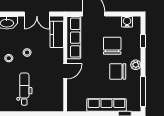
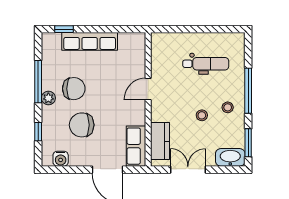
row of seats: (74, 38) -> (136, 146), width x0.68
chair: (112, 46) -> (82, 125), turned 90
dental chair: (24, 89) -> (206, 64), turned -90
window: (143, 91) -> (38, 82), moved

